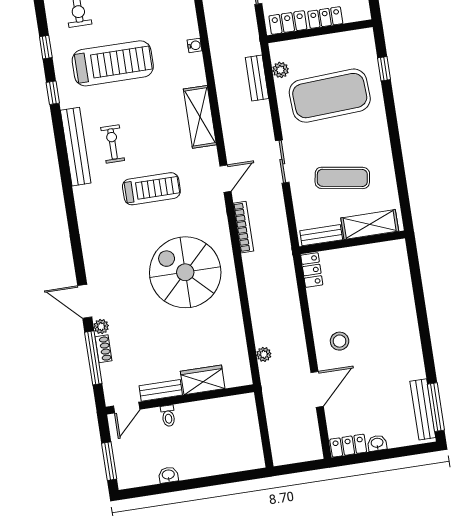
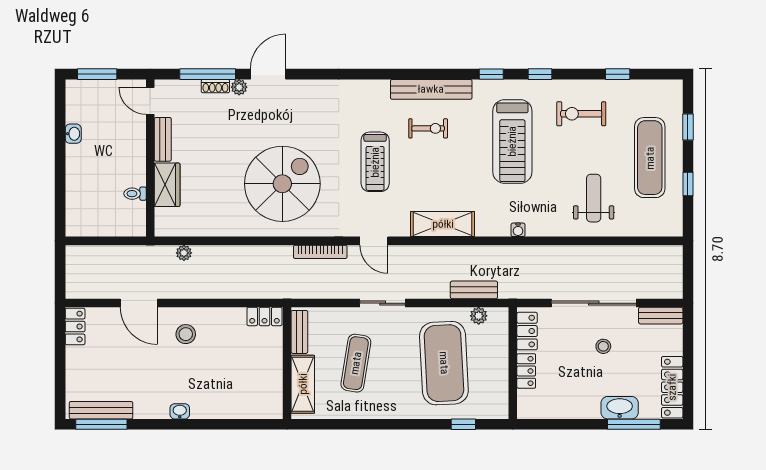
toilet: (168, 416) -> (135, 194), moved
washbasin: (377, 443) -> (180, 411), moved, turned -90

